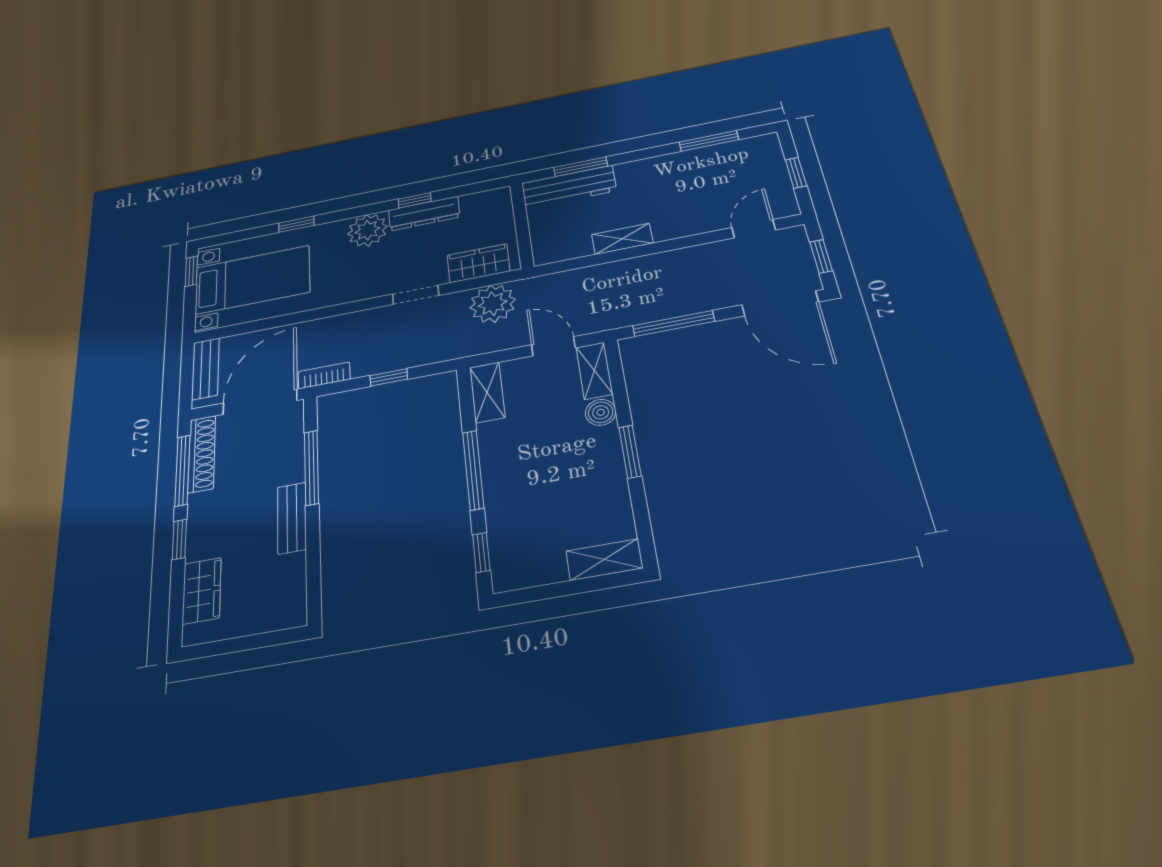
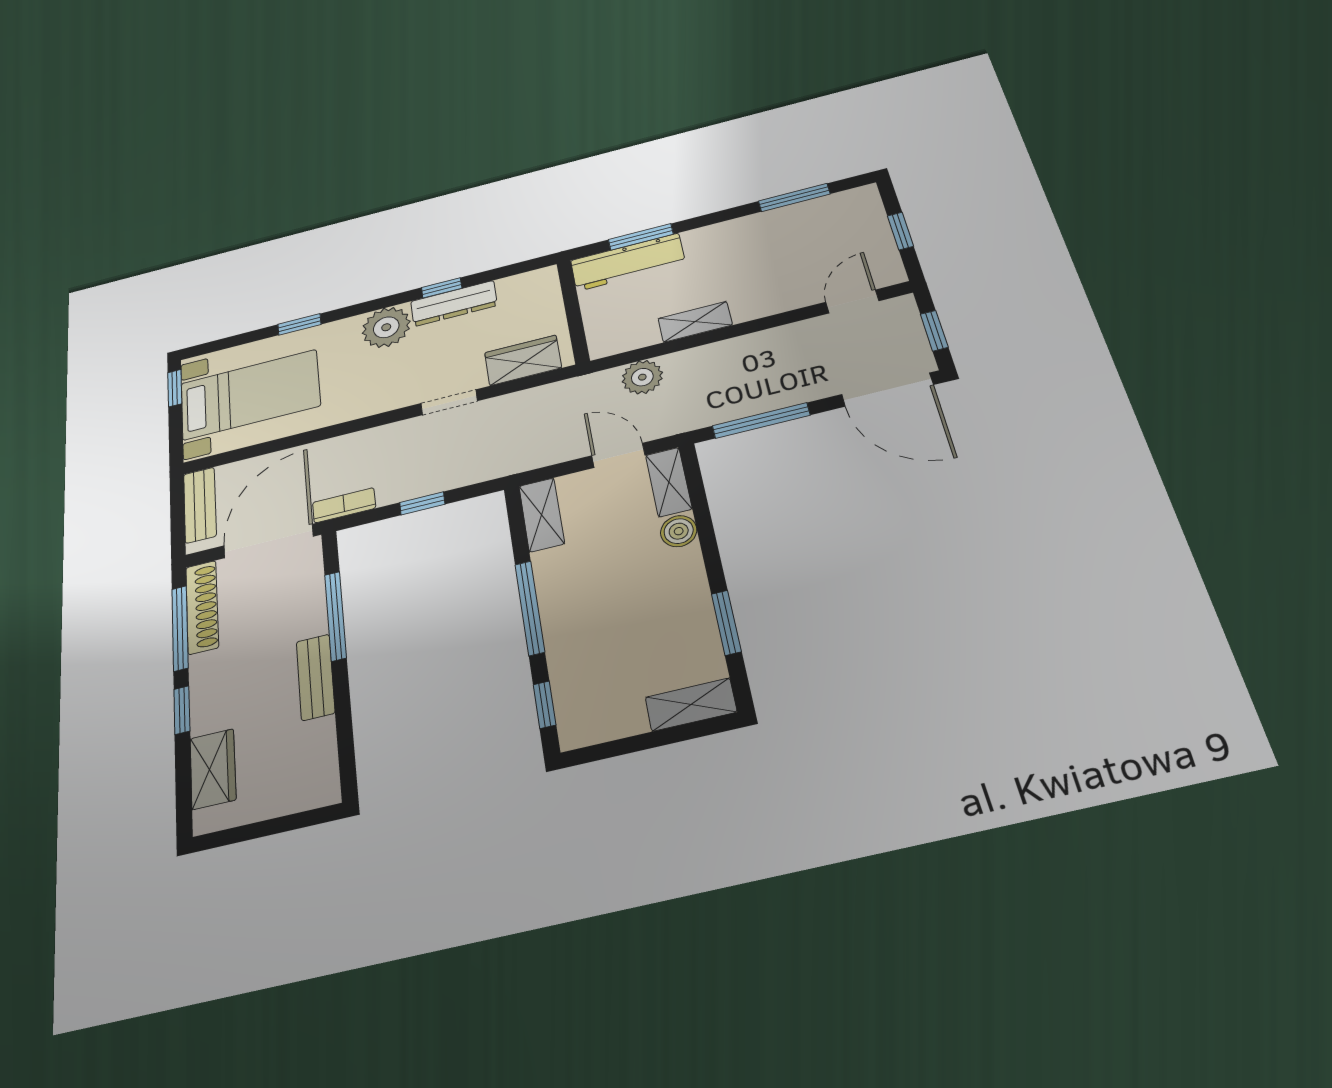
plant: (493, 304) -> (642, 377), moved, width x0.73, depth x0.73
window: (630, 452) -> (726, 623), moved

